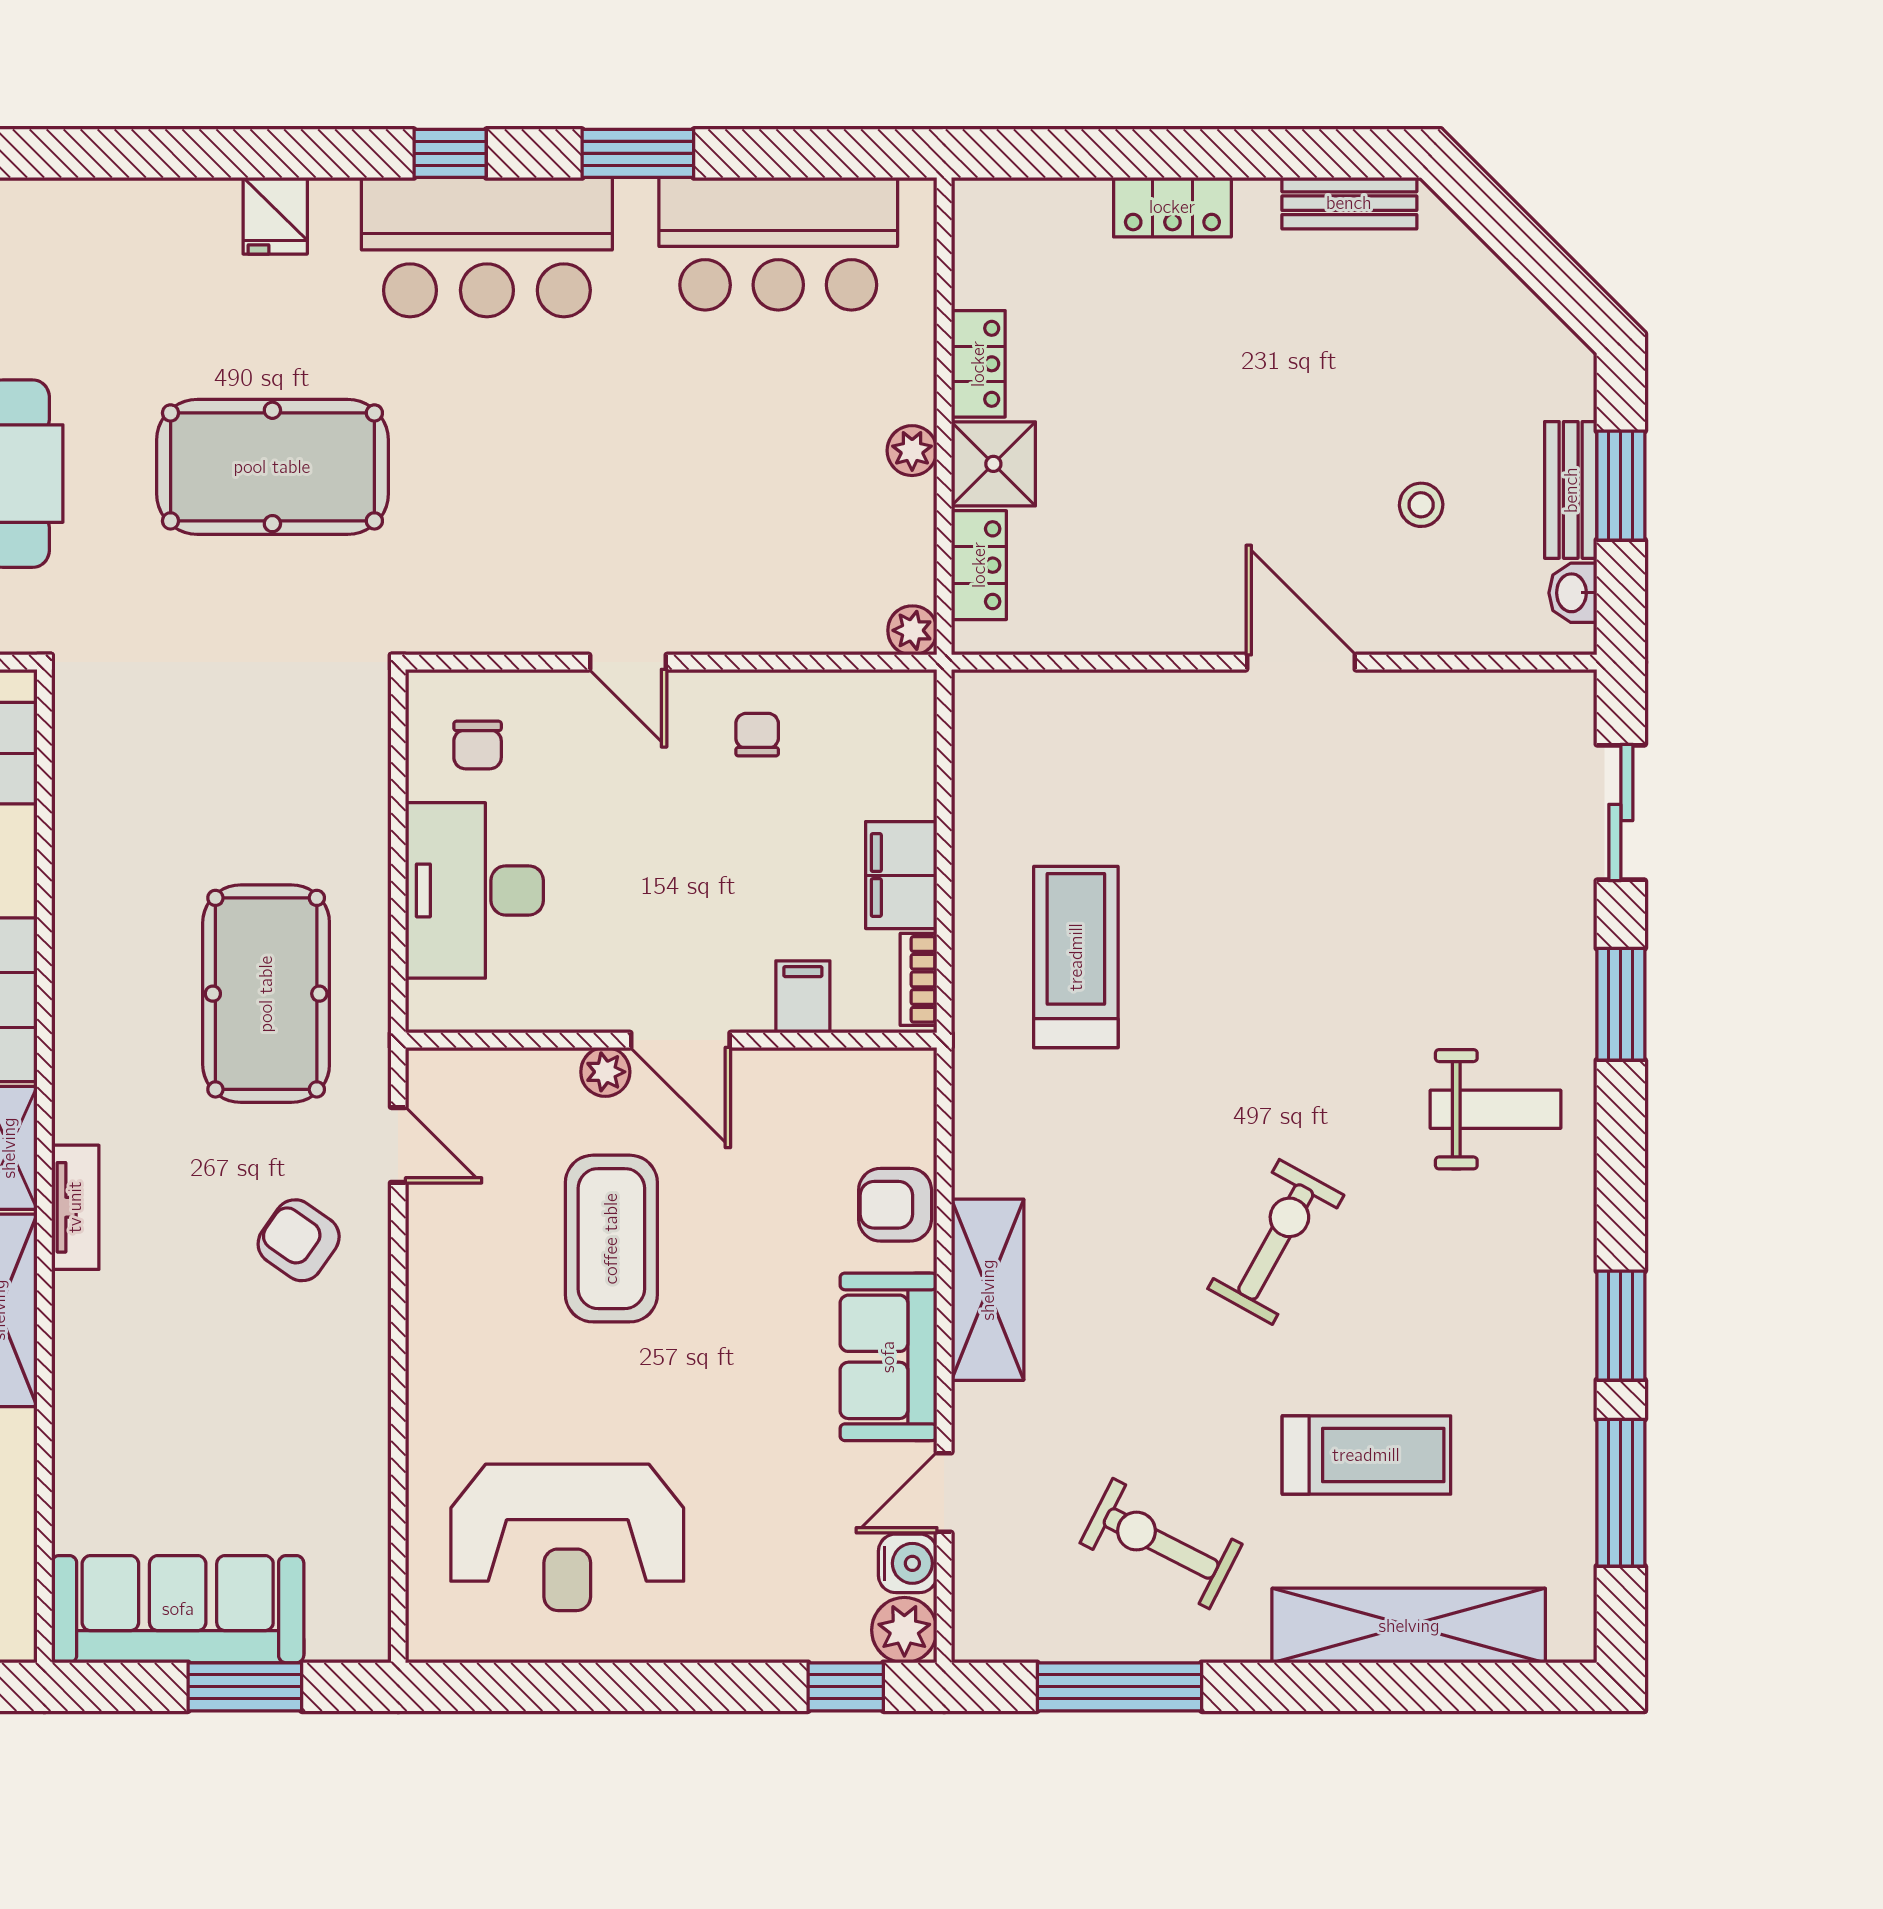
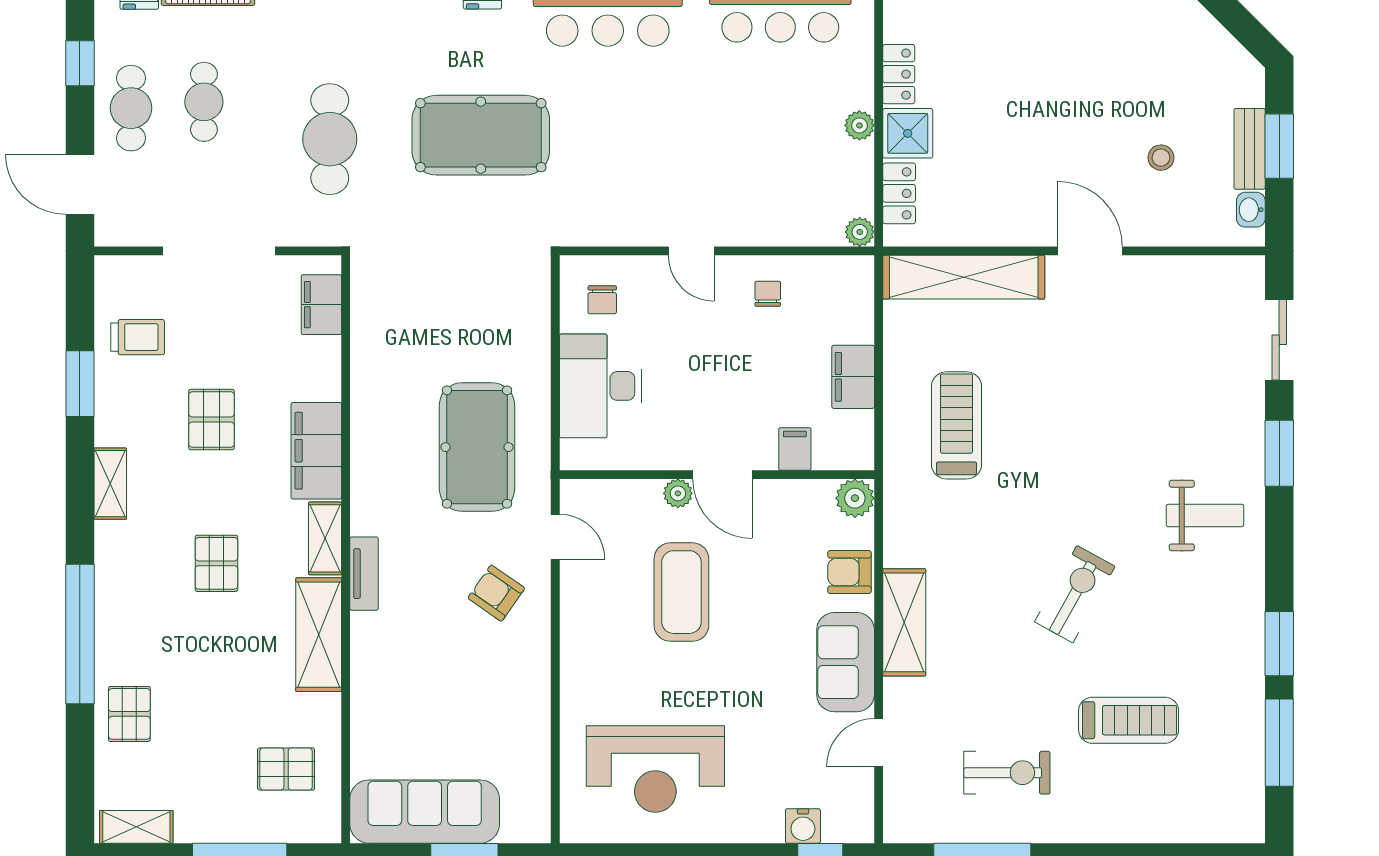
bookcase: (919, 979) -> (863, 439), removed
exercise bike: (1161, 1544) -> (1007, 773), turned 153
water cooler: (908, 1563) -> (803, 826), moved, turned 90
shelving: (1409, 1626) -> (964, 277), moved
plant: (904, 1630) -> (855, 498), moved

